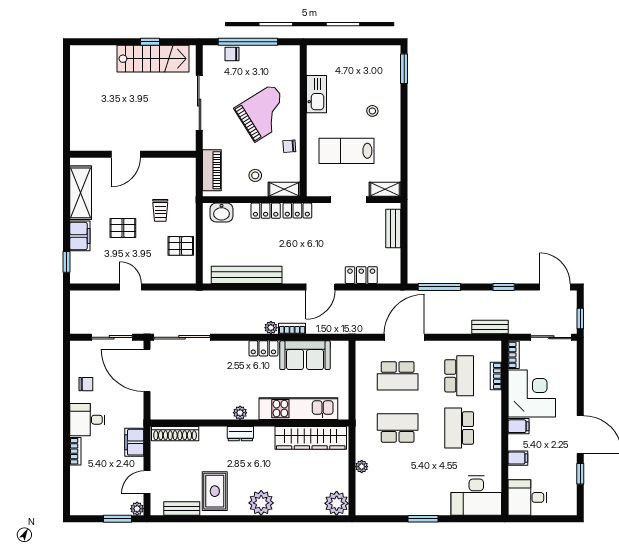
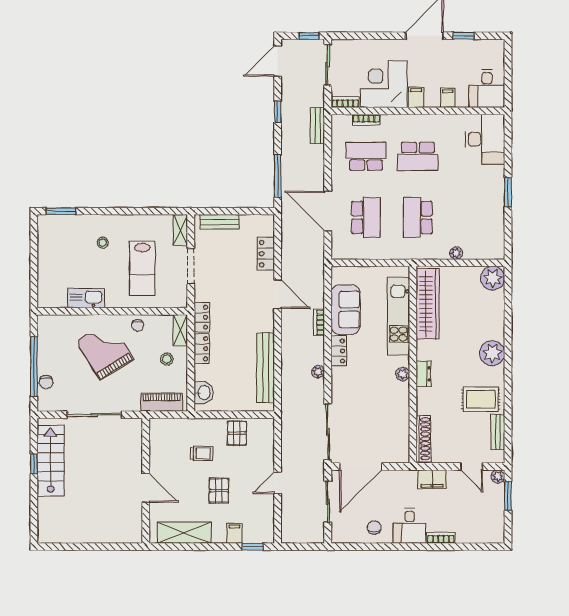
filing cabinet: (80, 236) -> (234, 533), width x0.50
plant: (271, 328) -> (318, 372), moved

